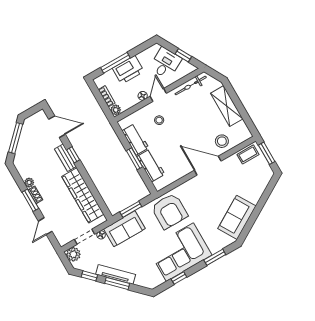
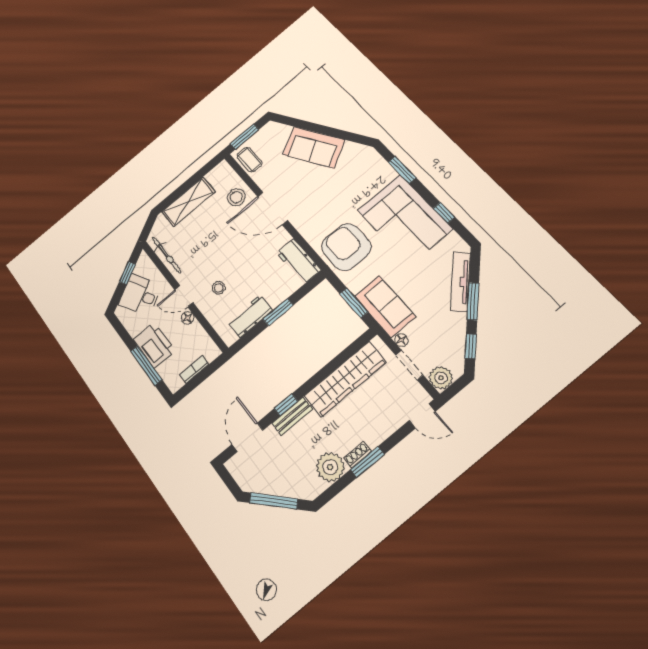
plant: (116, 110) -> (212, 353), removed
workbench: (151, 165) -> (299, 261), moved, turned -90
door: (208, 166) -> (273, 208), hinge flipped
plant: (29, 183) -> (330, 467), width x1.88, depth x1.88
armchair: (169, 211) -> (346, 247), turned -90
sofa: (237, 217) -> (314, 147), moved
door: (45, 226) -> (422, 416), moved
tv unit: (116, 274) -> (460, 282), moved

